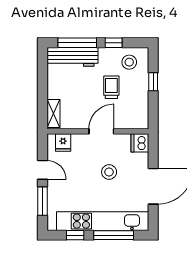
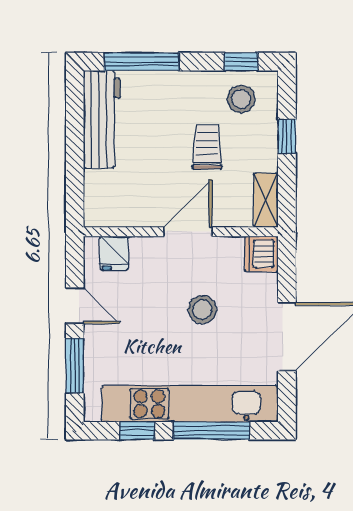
window: (114, 43) -> (241, 62), moved
workbench: (72, 57) -> (102, 119), moved, turned -90
shelving: (53, 114) -> (266, 200), moved

